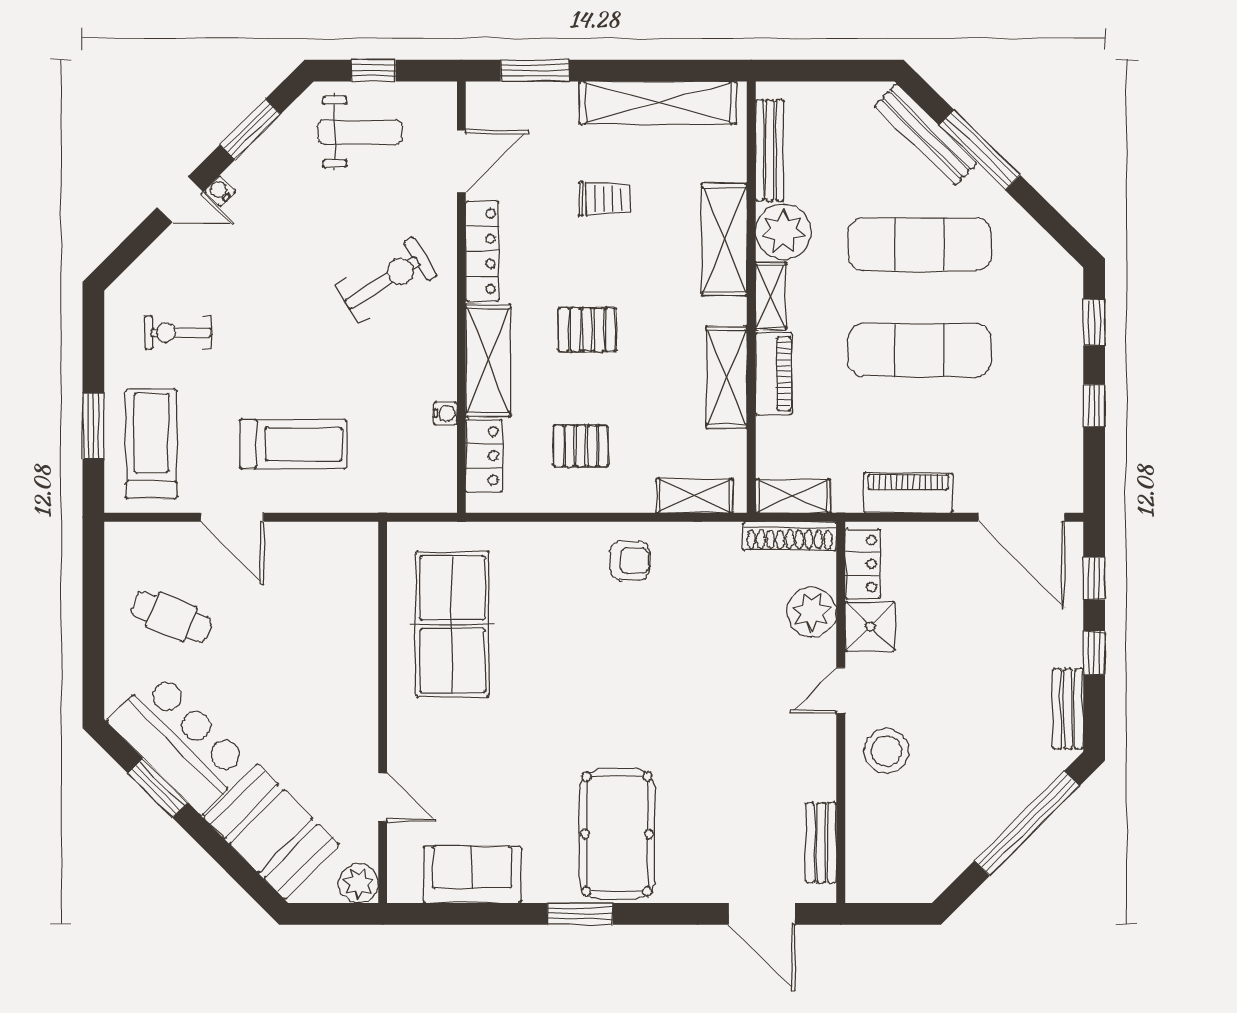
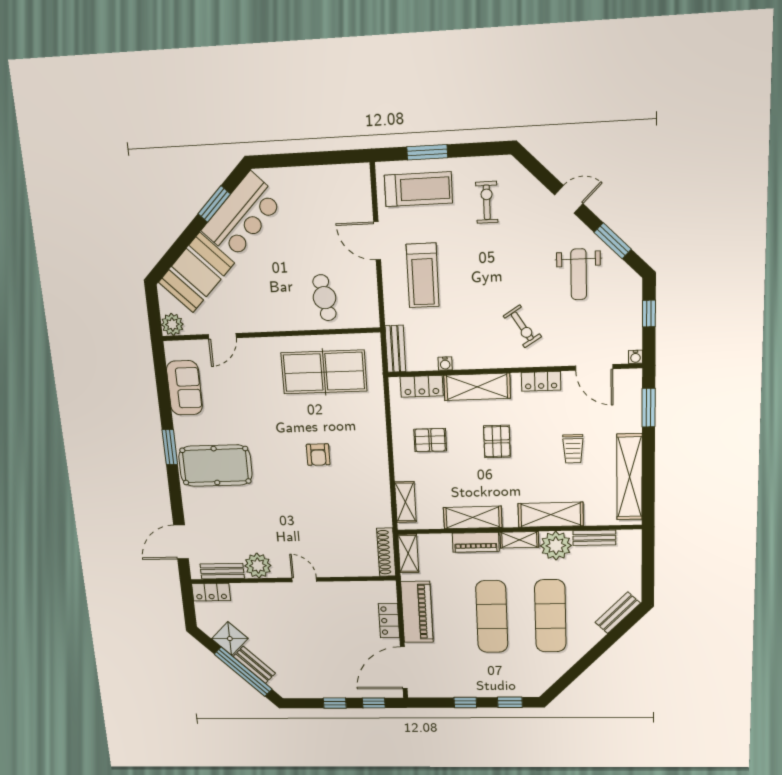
weight bench: (360, 132) -> (579, 274), moved
bench: (926, 134) -> (618, 613), width x0.73
bench: (770, 150) -> (594, 538), width x0.73
window: (980, 150) -> (603, 646), removed
water cooler: (220, 191) -> (635, 357), moved, turned 135
door: (180, 200) -> (569, 199), swing flipped
locker: (482, 251) -> (541, 381), width x0.66
exercise bike: (386, 280) -> (522, 326), width x0.73, depth x0.72
pallet: (581, 446) -> (430, 440), turned 90
piano: (908, 493) -> (417, 612), width x1.37, depth x1.33
bench: (416, 497) -> (395, 349), added
door: (232, 517) -> (377, 241), hinge flipped
armchair: (630, 561) -> (318, 455), moved
locker: (863, 564) -> (389, 621), moved, turned 90
plant: (811, 612) -> (258, 566), moved
cafe table: (171, 617) -> (325, 298), moved, turned -31
shower: (870, 627) -> (230, 639), moved, turned 45
bench: (1068, 709) -> (254, 665), moved, turned 45
stool: (886, 751) -> (274, 603), removed
locker: (863, 868) -> (211, 592), added

